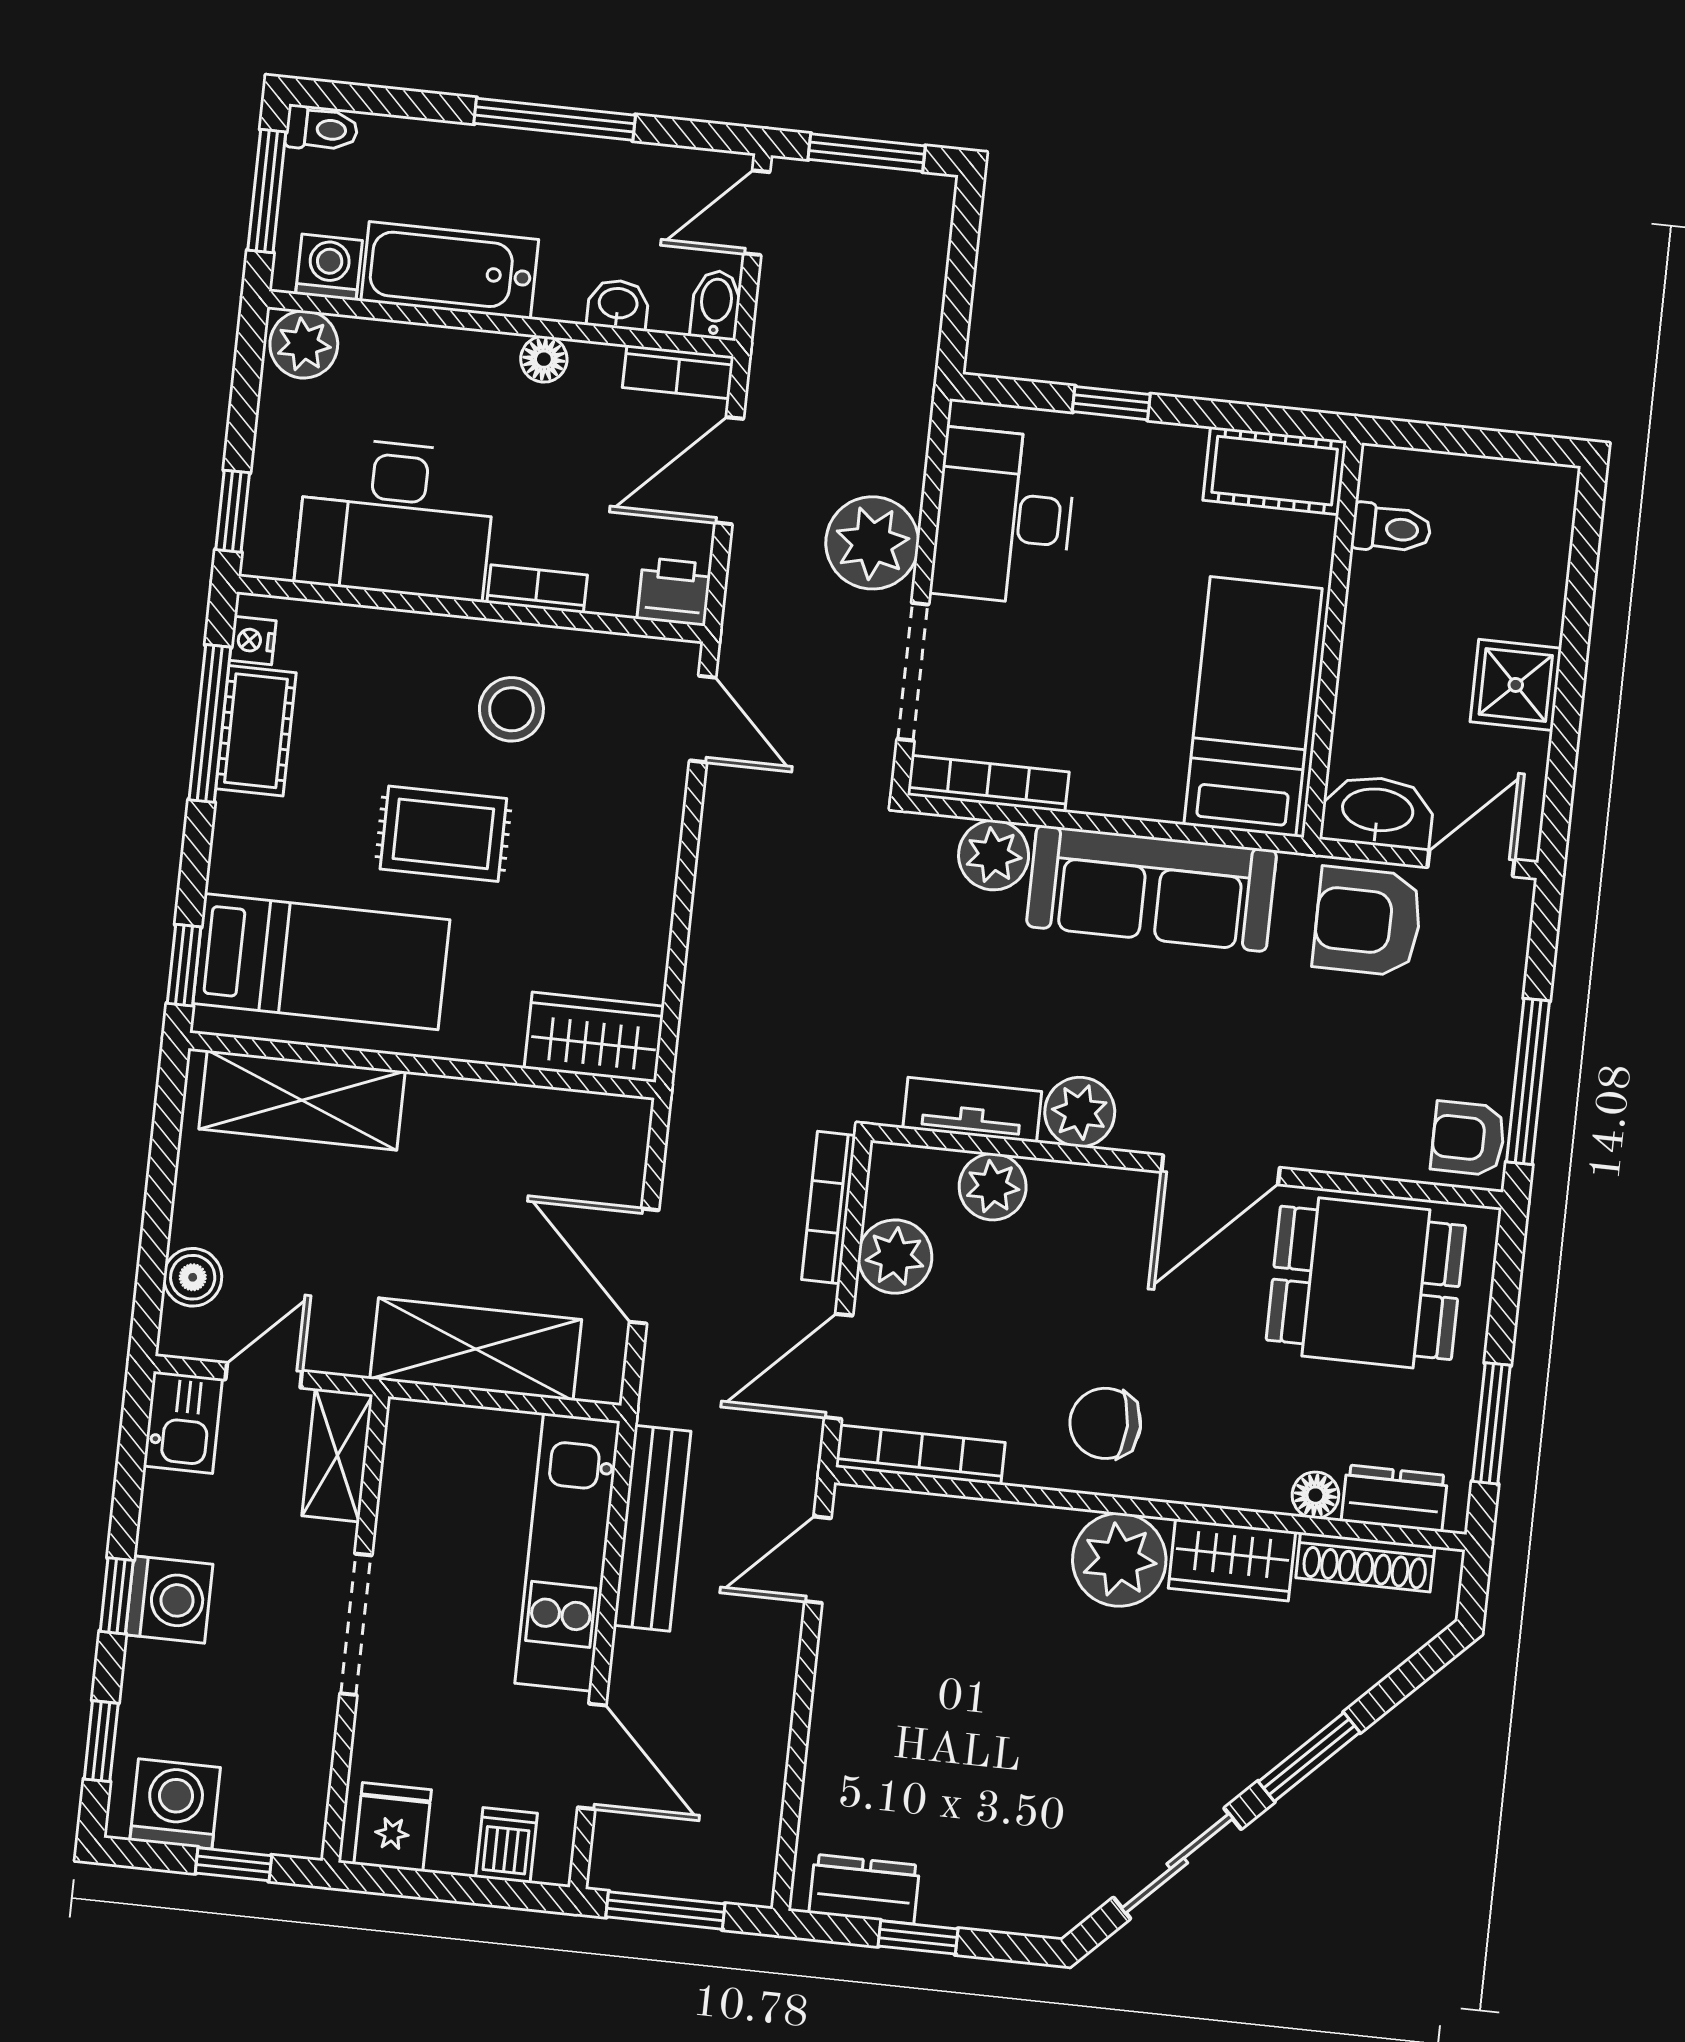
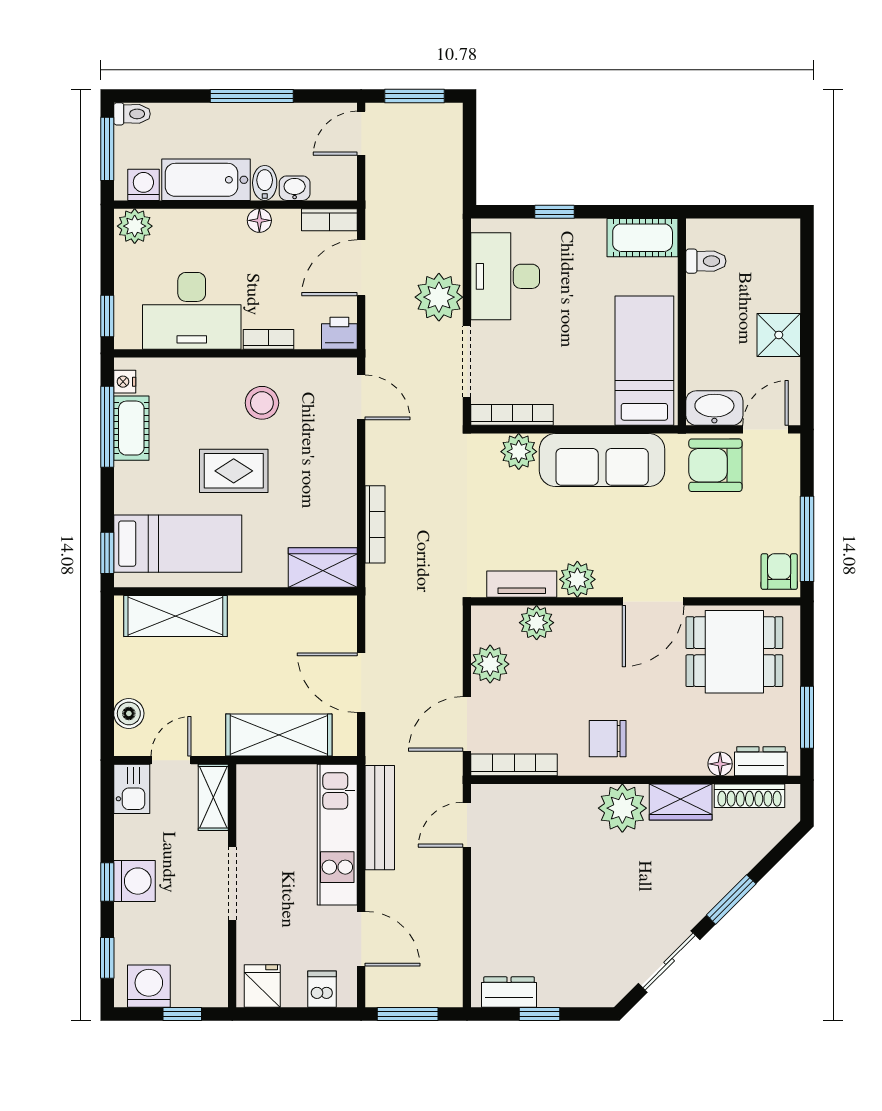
bidet: (716, 305) -> (265, 183), moved
armchair: (1468, 1138) -> (779, 572), turned 90
bookcase: (829, 1208) -> (375, 524), moved, turned 180

